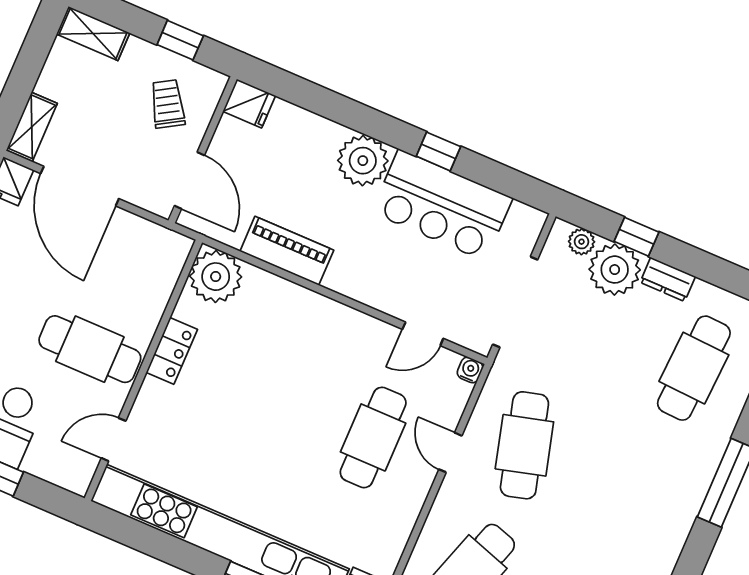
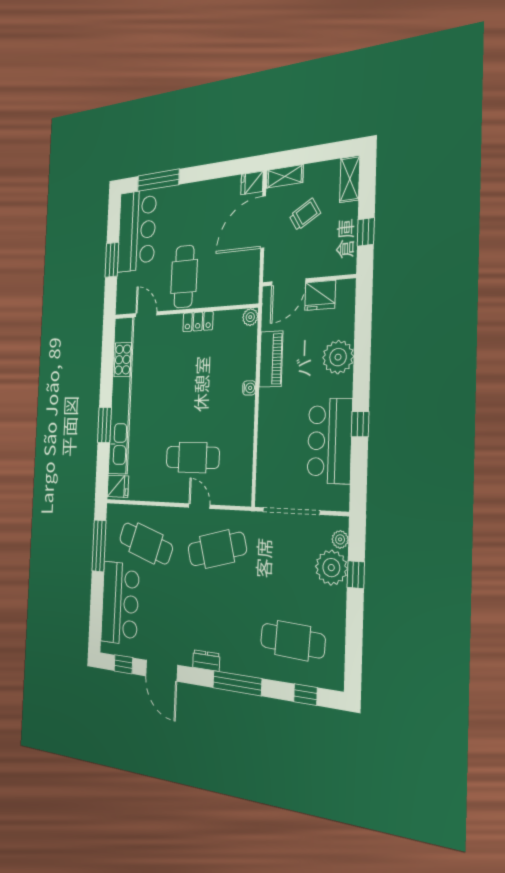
trolley: (168, 104) -> (305, 214), moved
fridge: (249, 104) -> (320, 295), moved, width x1.38
plant: (363, 161) -> (338, 357), moved
plant: (216, 277) -> (250, 317), width x0.53, depth x0.53
dresser: (668, 279) -> (206, 661), moved, turned 90
door: (423, 334) -> (255, 462), removed
water cooler: (470, 370) -> (249, 388), moved
door: (450, 453) -> (199, 506), hinge flipped

